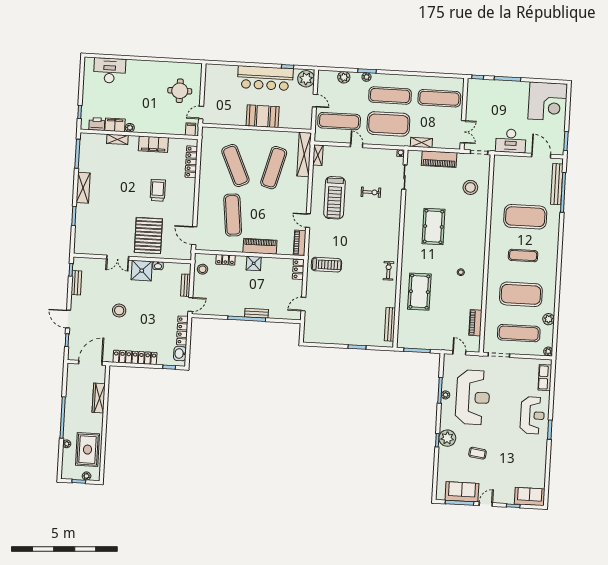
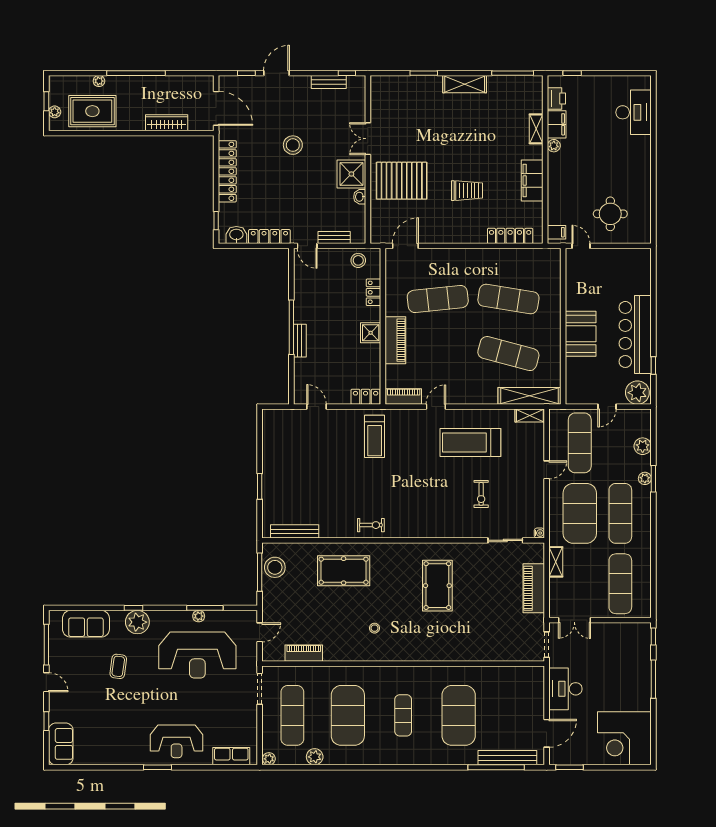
exercise mat: (235, 165) -> (508, 299), turned 33
stool: (470, 187) -> (275, 567), moved
pool table: (433, 226) -> (437, 586), turned 90
sofa: (462, 492) -> (86, 624), moved, turned 90

